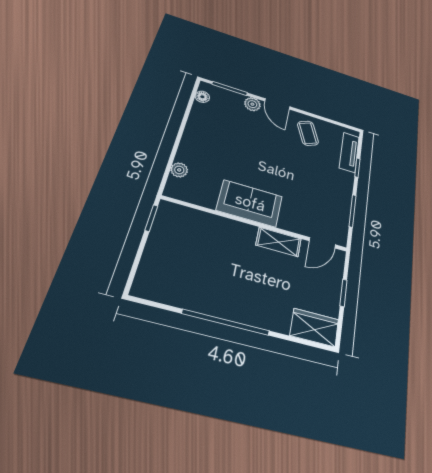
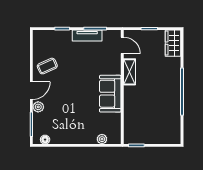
tv unit: (349, 152) -> (87, 36), moved

